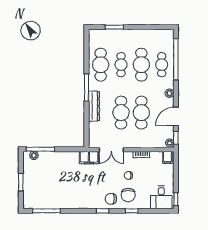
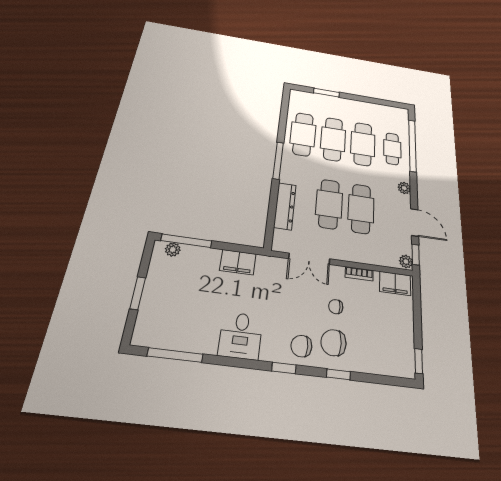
cafe table: (121, 65) -> (333, 139), width x1.37, depth x1.35
dresser: (94, 106) -> (285, 206), moved
door: (176, 116) -> (415, 222), swing flipped
filing cabinet: (167, 157) -> (395, 283), width x2.00
filing cabinet: (89, 158) -> (238, 262), moved
chair: (128, 195) -> (334, 343), turned 90
desk: (161, 197) -> (241, 336), moved

